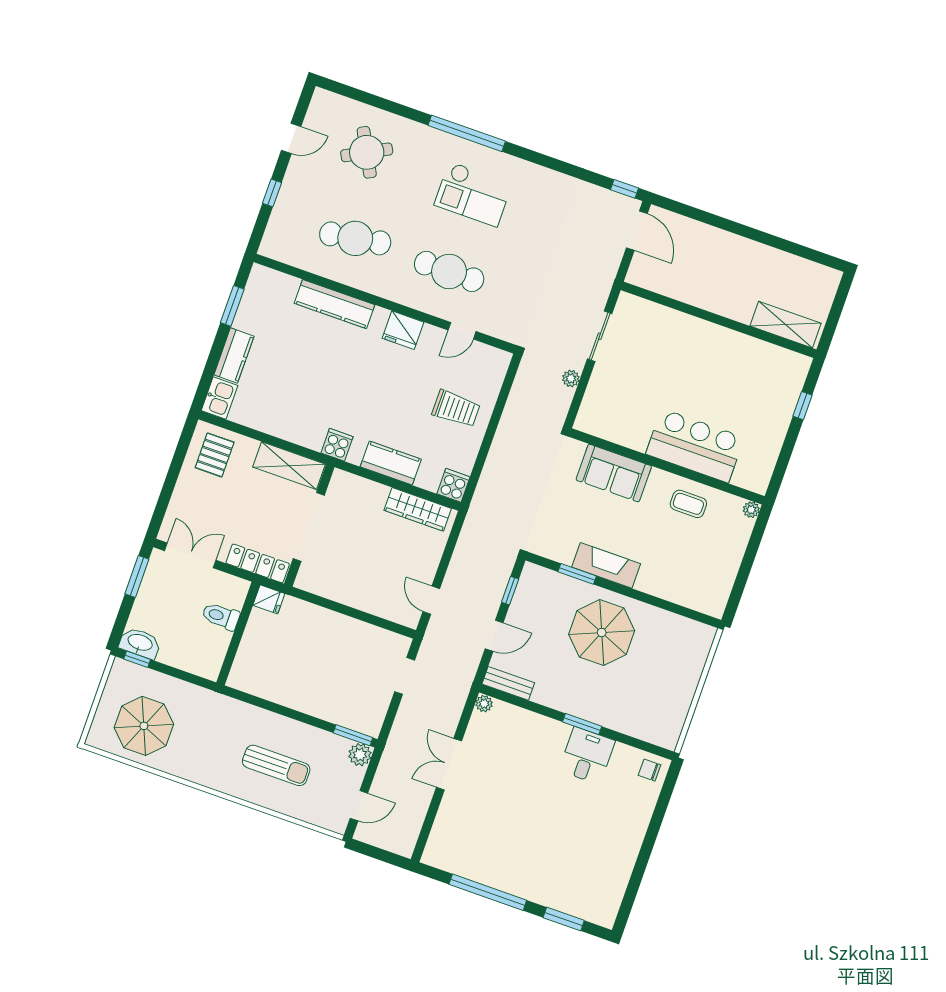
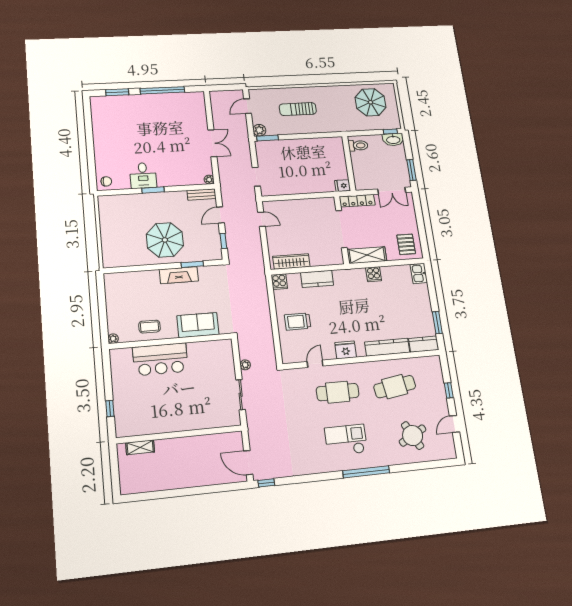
shelving: (785, 325) -> (140, 447), width x0.67, depth x0.75
kitchen counter: (234, 356) -> (424, 344), moved, turned 90
cooker: (337, 445) -> (374, 274), moved
toilet: (221, 616) -> (358, 146), moved

